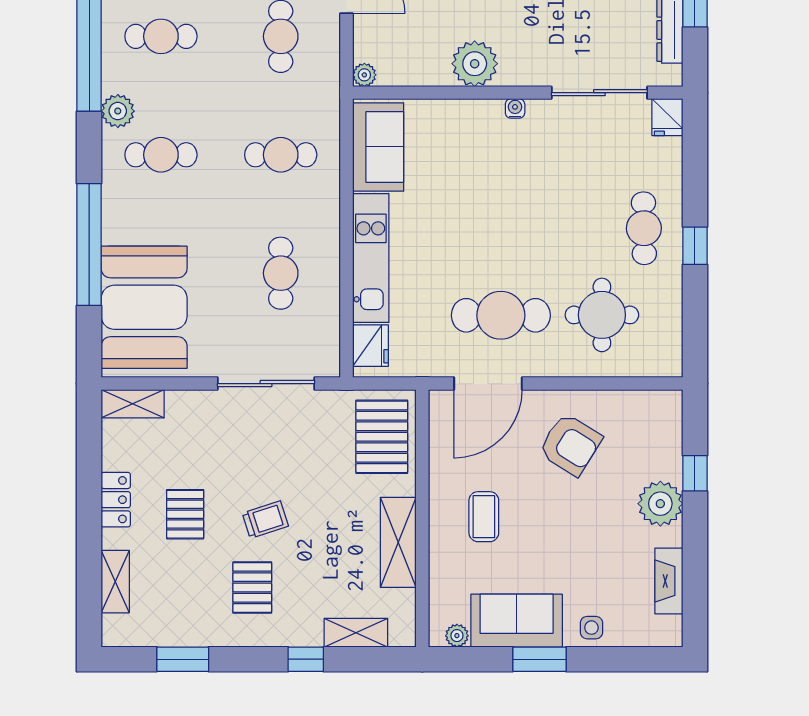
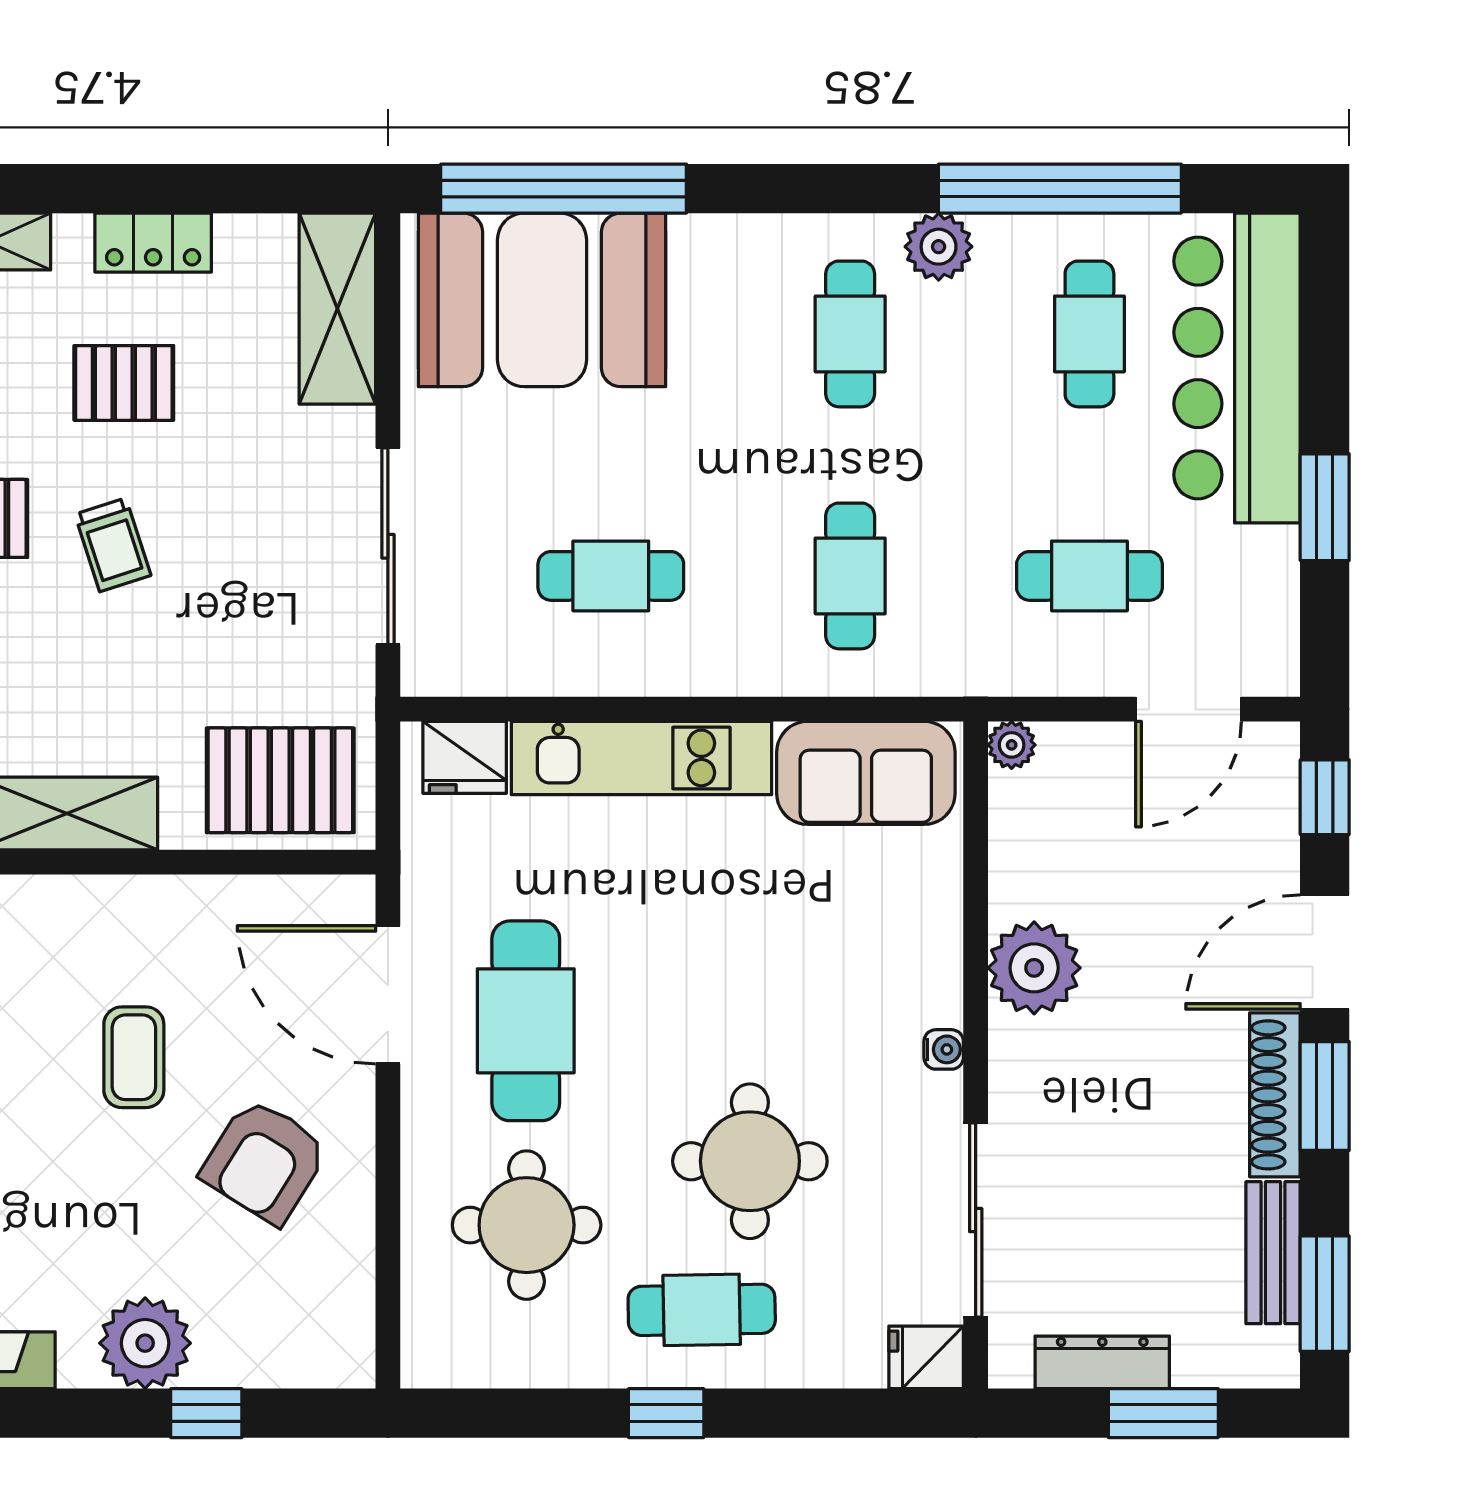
round table: (570, 204) -> (750, 1161), added
window: (89, 244) -> (564, 189), moved
shelving: (133, 404) -> (337, 309), width x1.50, depth x1.33
coffee table: (484, 517) -> (134, 1057), moved, turned 90

